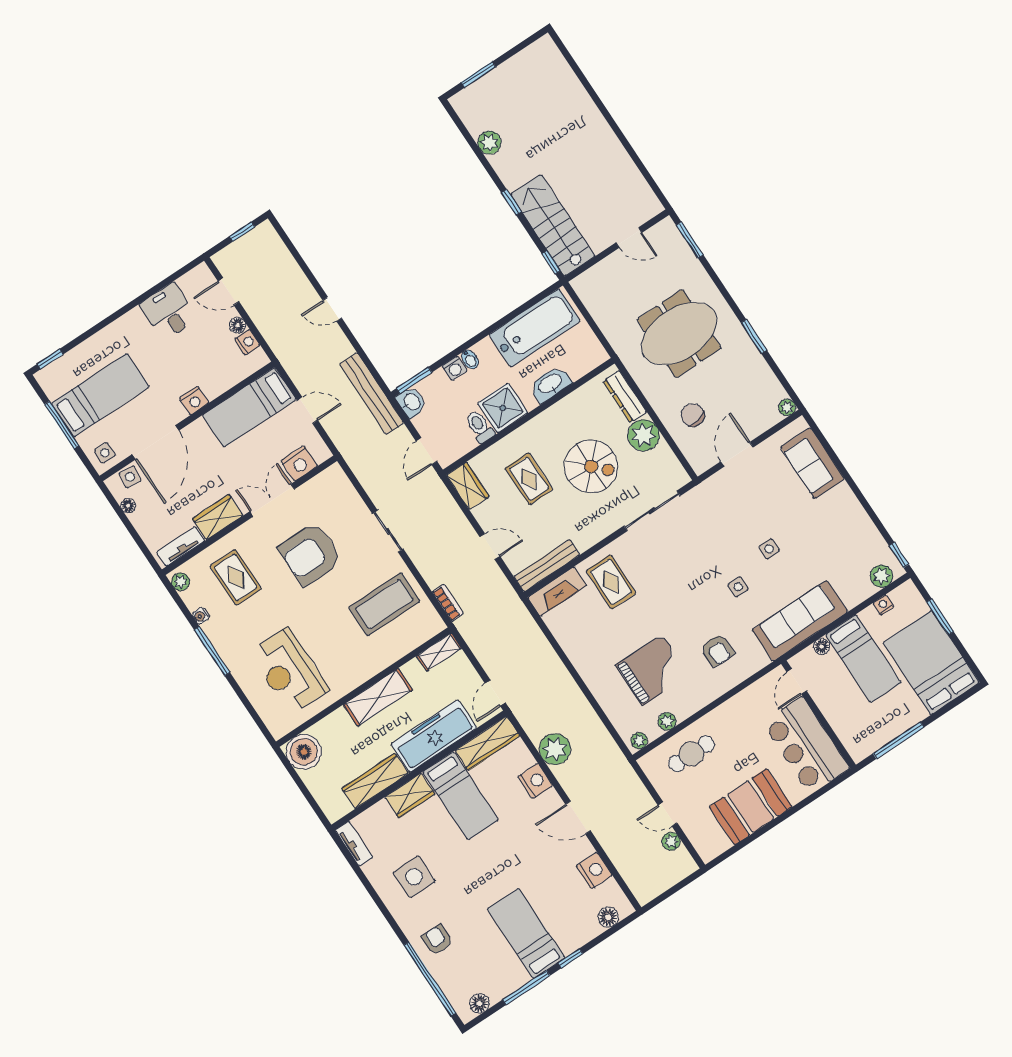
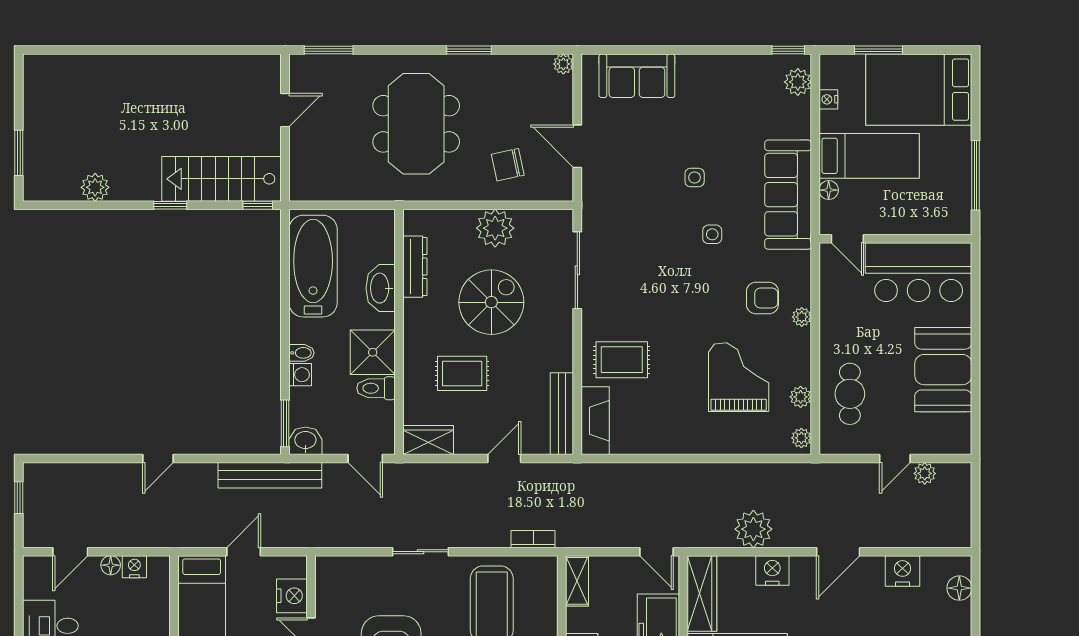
dresser: (625, 397) -> (415, 267), moved, turned -90
plant: (722, 686) -> (802, 317), added

